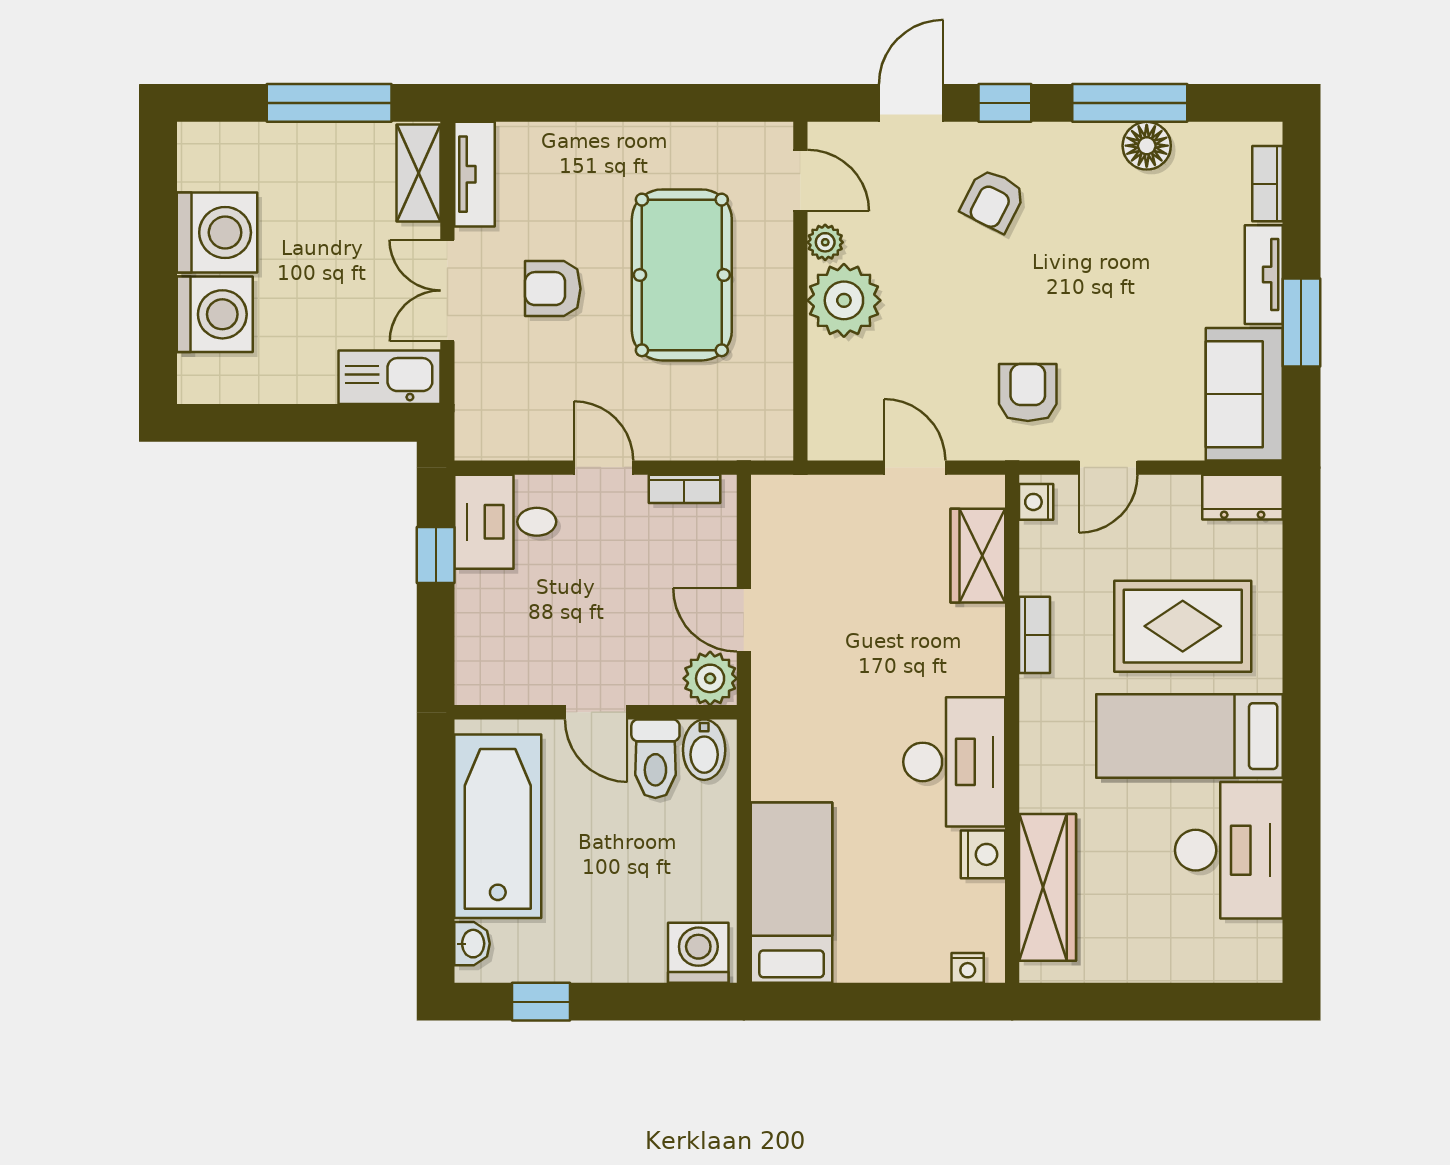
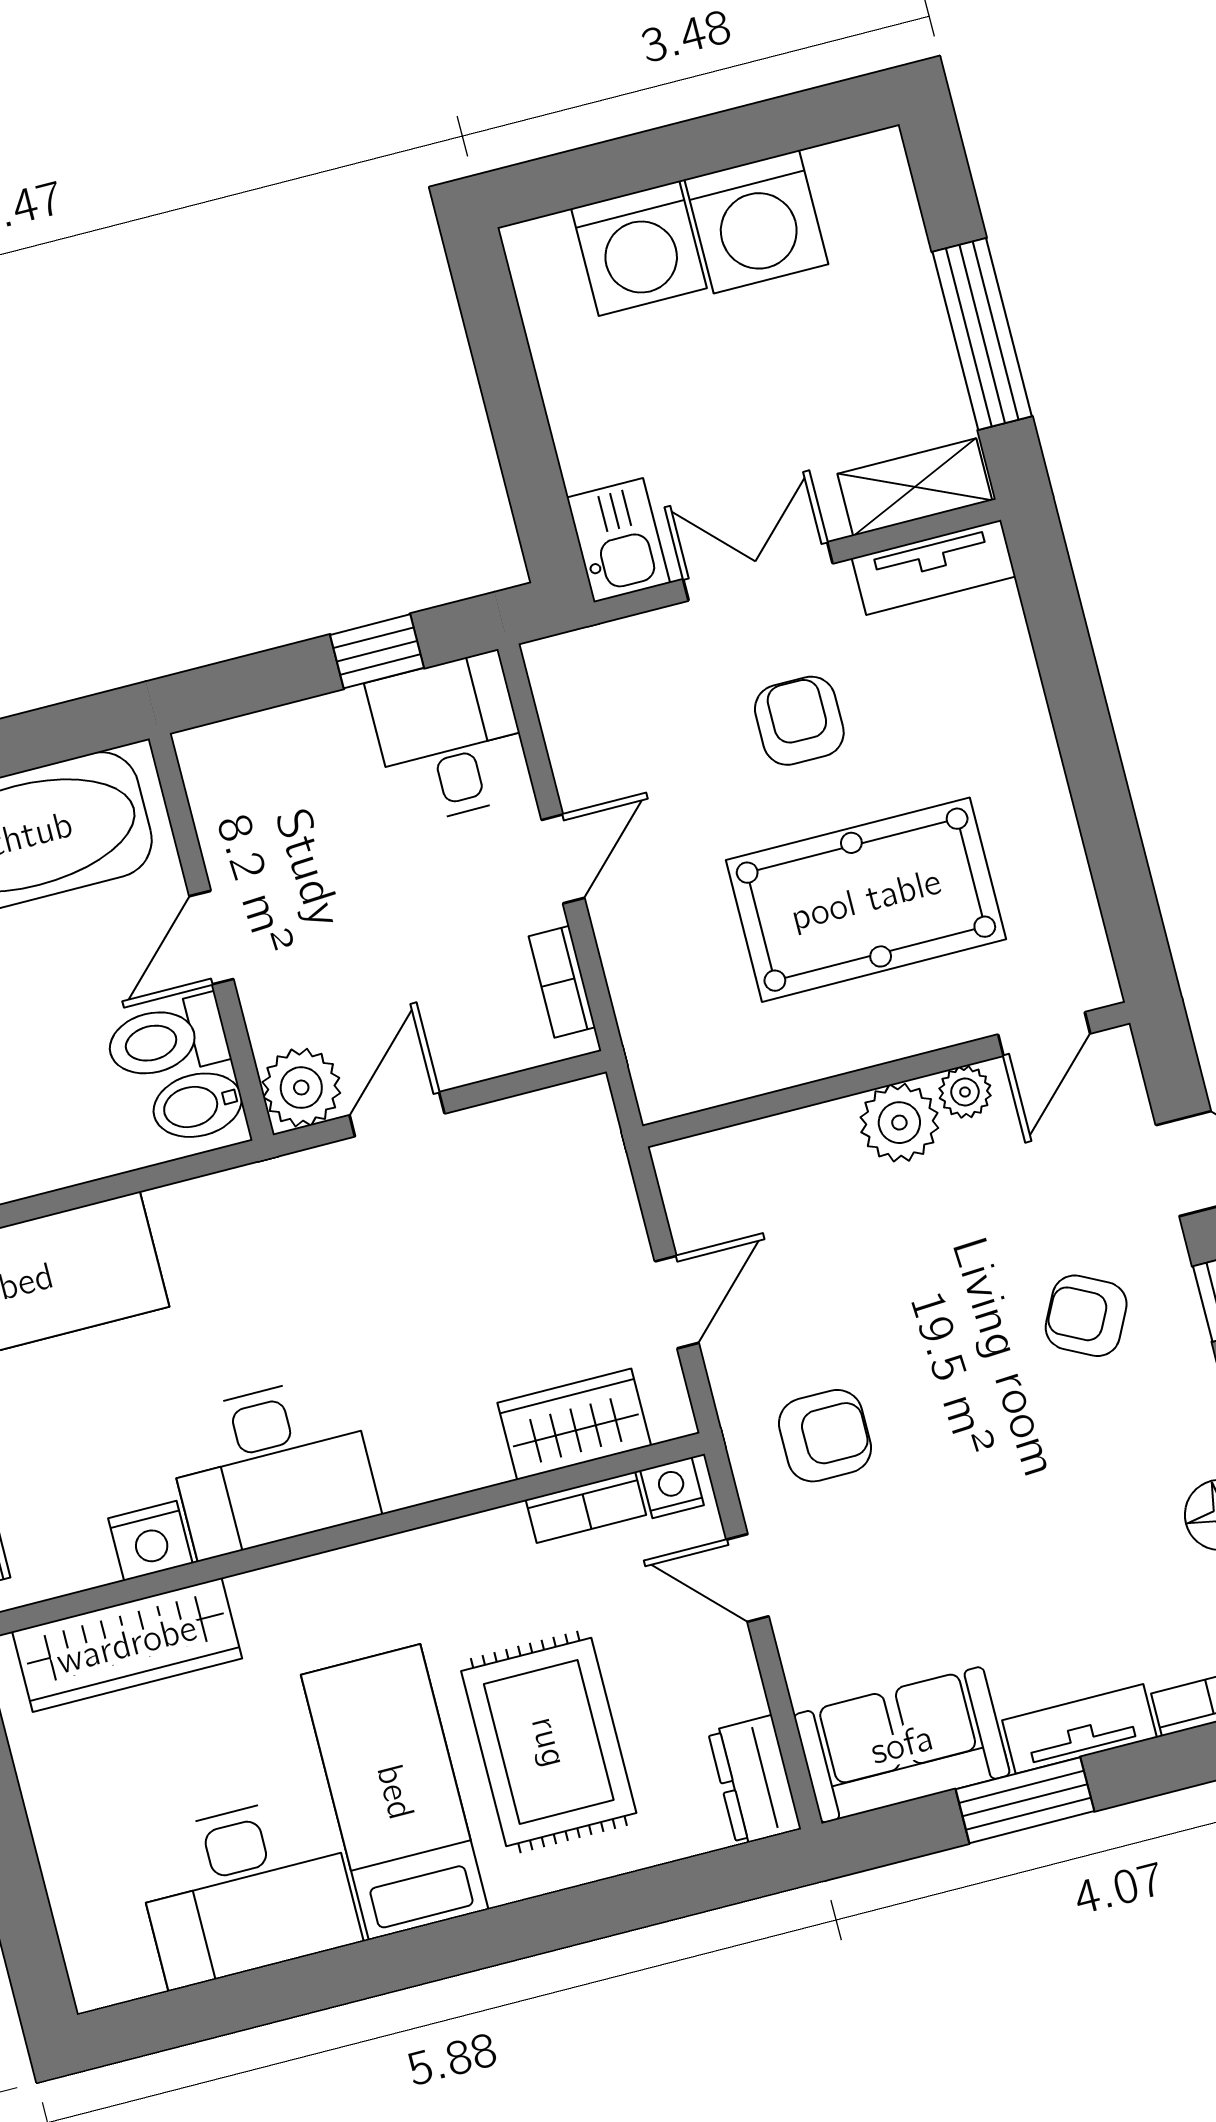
plant: (844, 300) -> (899, 1123), width x0.73, depth x0.73
kitchen sink: (390, 377) -> (618, 540), width x0.73
bookcase: (1034, 635) -> (586, 1507), moved

